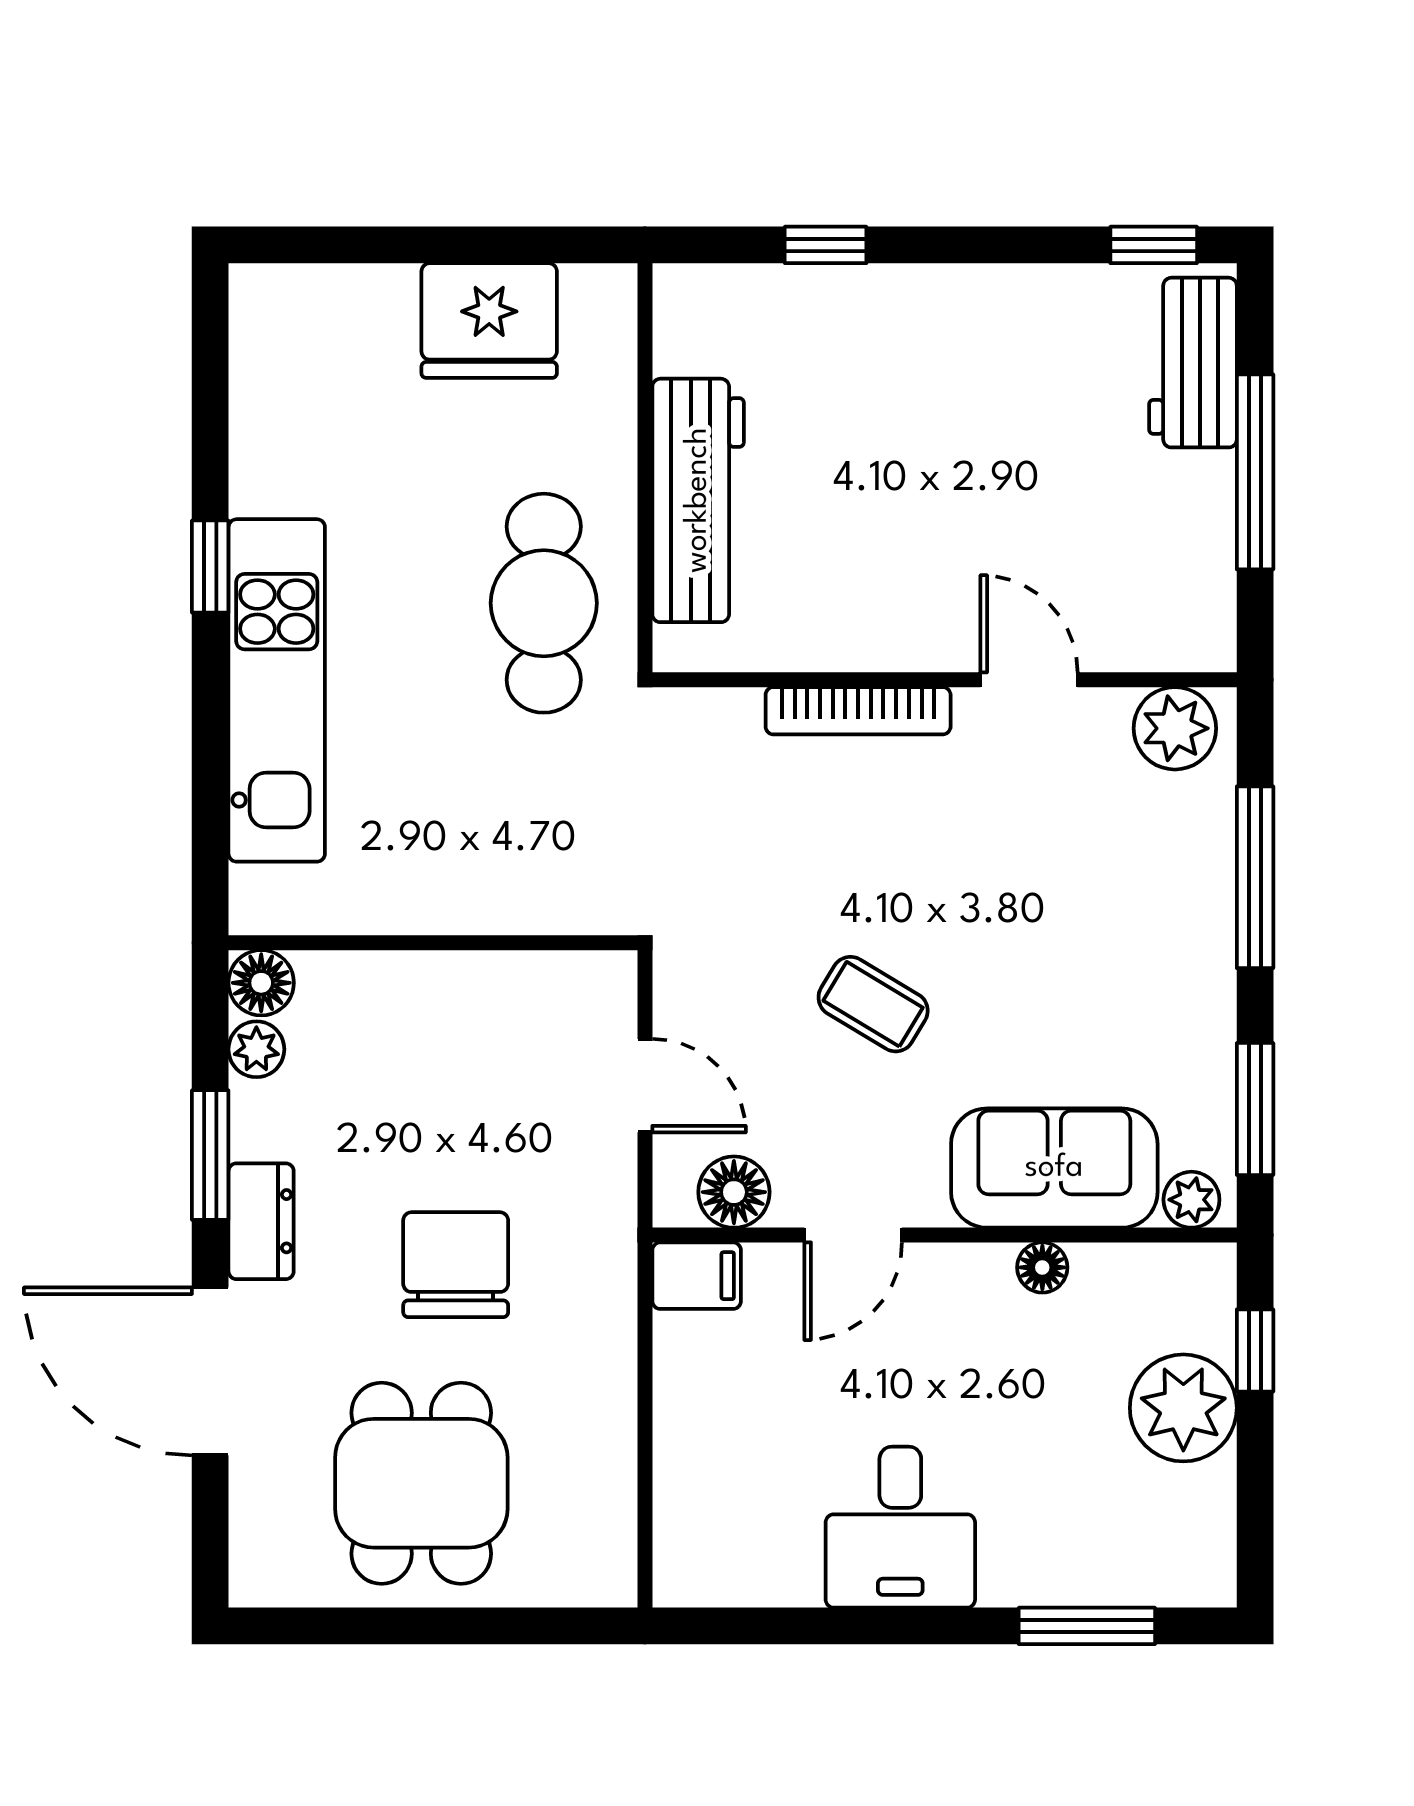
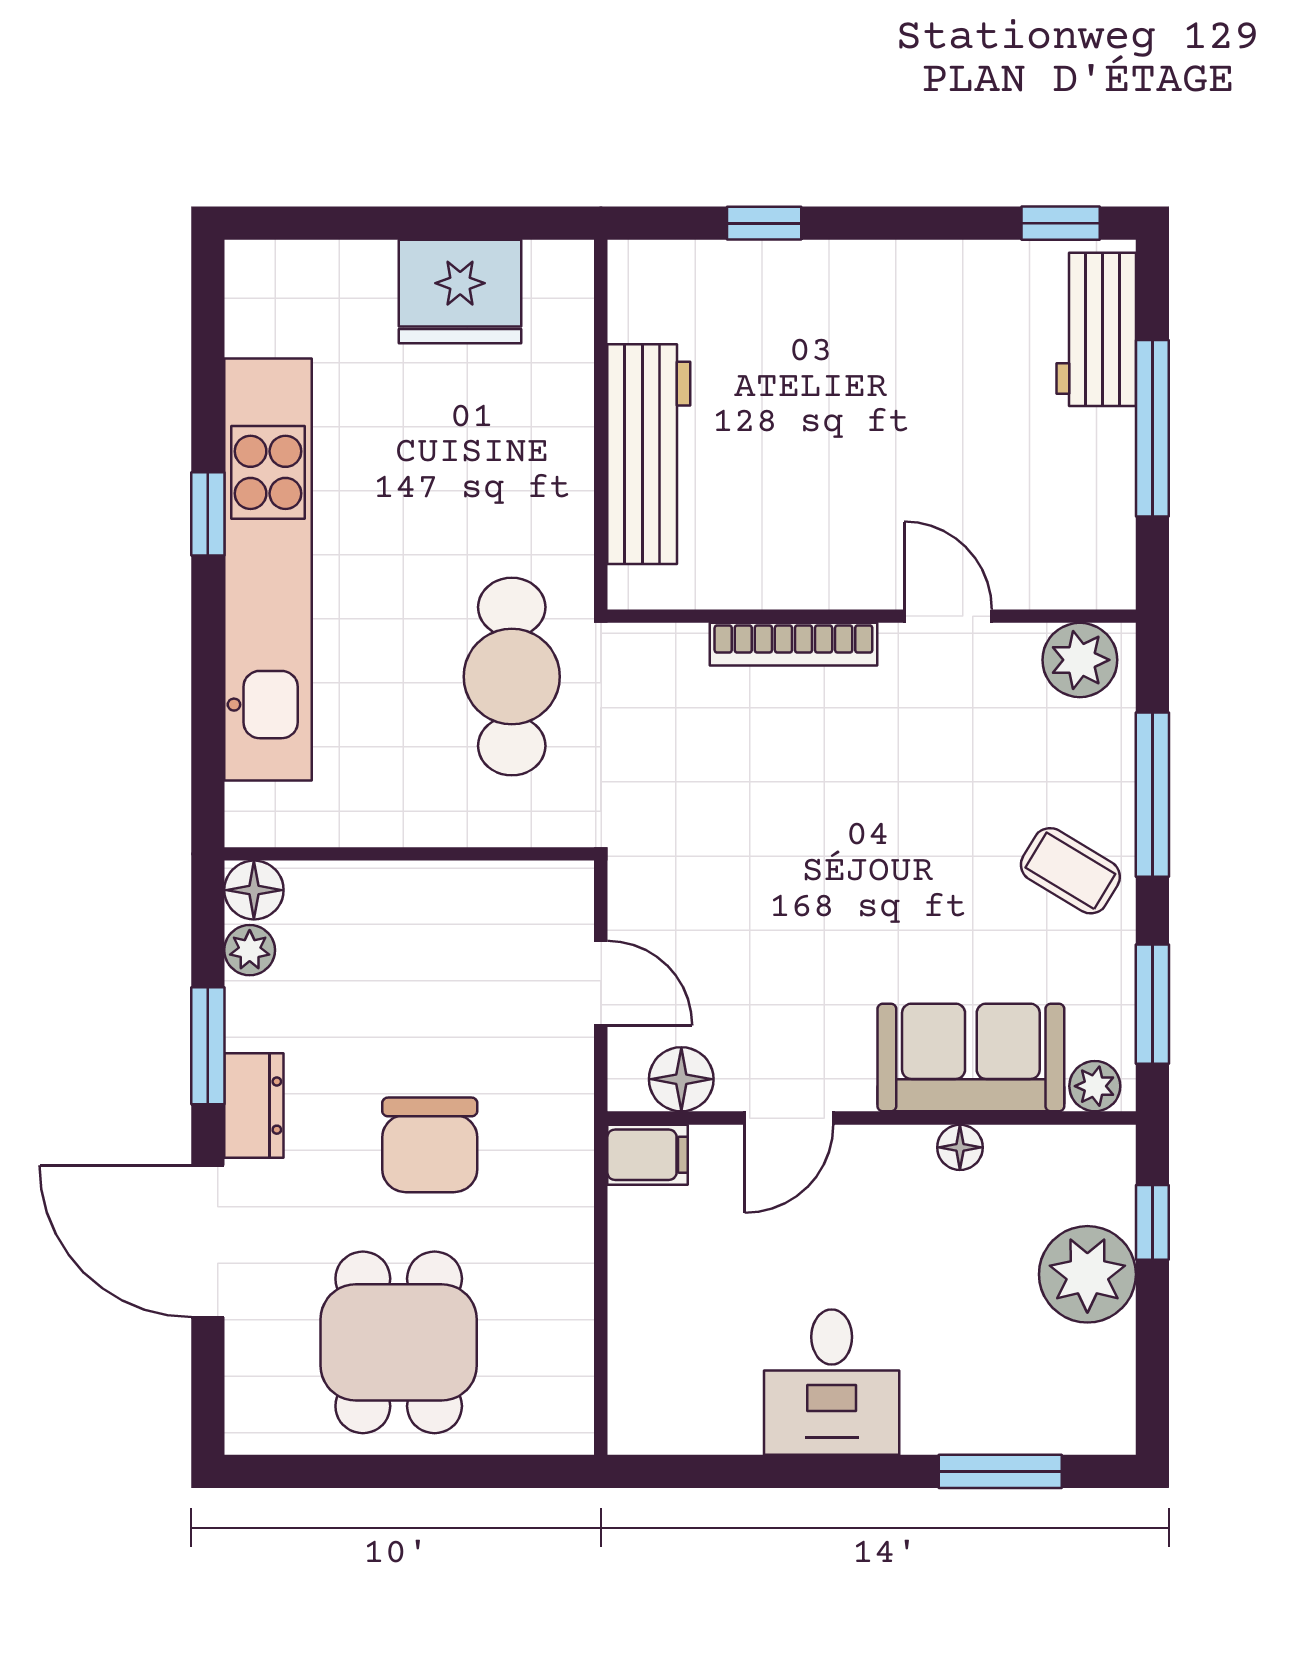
cafe table: (544, 603) -> (512, 677), moved
kitchen unit: (277, 690) -> (268, 569), width x1.36
coffee table: (873, 1004) -> (1070, 871), moved
chair: (456, 1265) -> (430, 1145), turned 180

